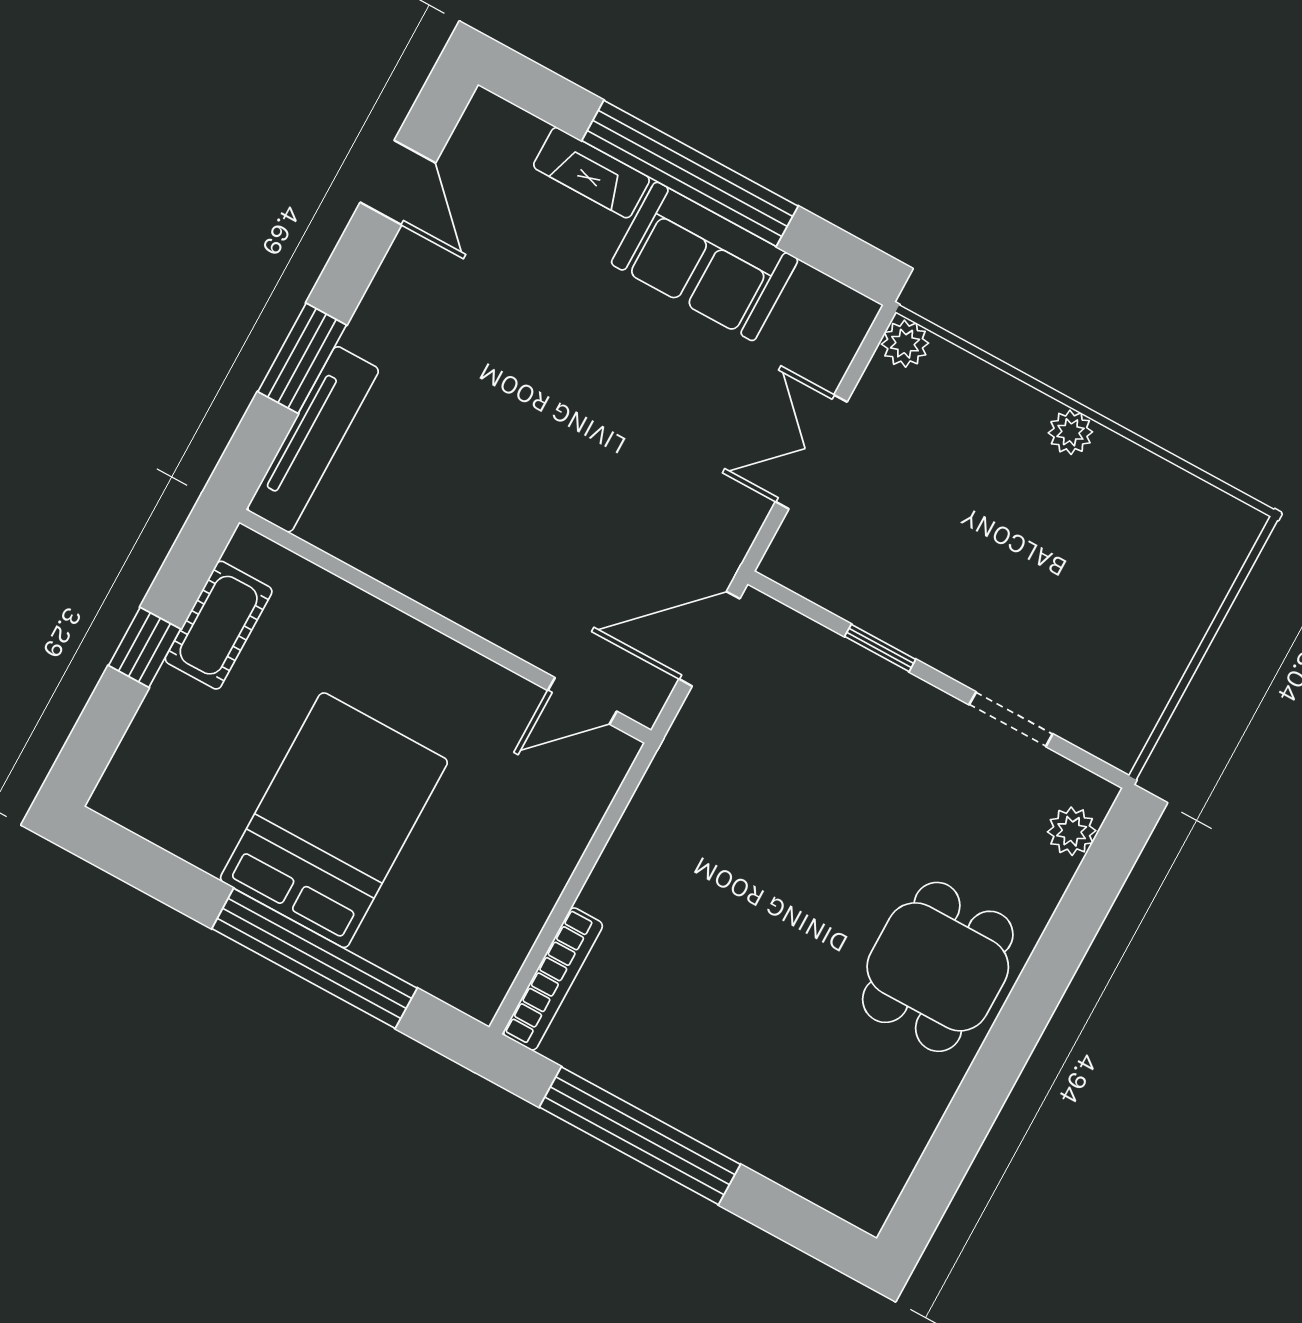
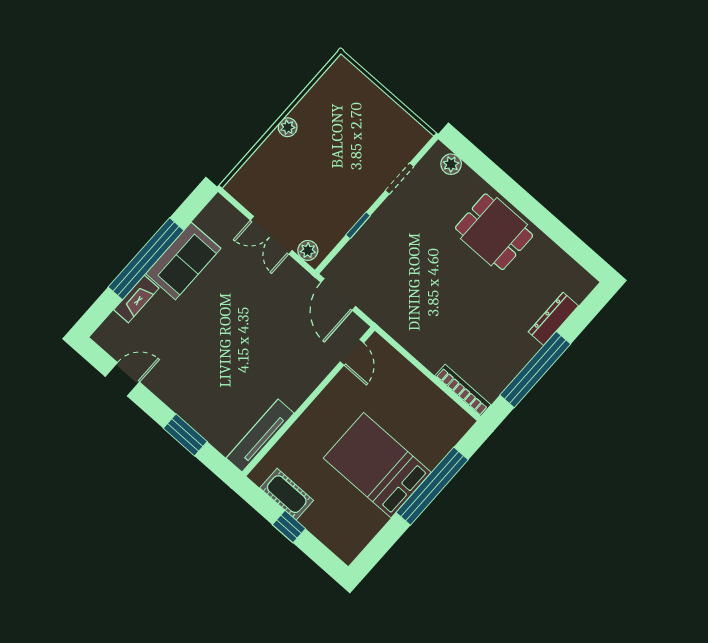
plant: (905, 344) -> (308, 250), moved
tv unit: (313, 439) -> (260, 436), moved, turned -90
dresser: (767, 1151) -> (553, 319), added

